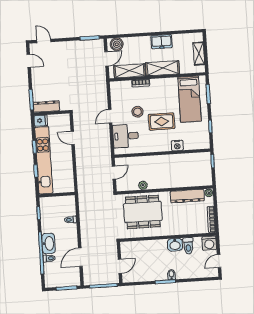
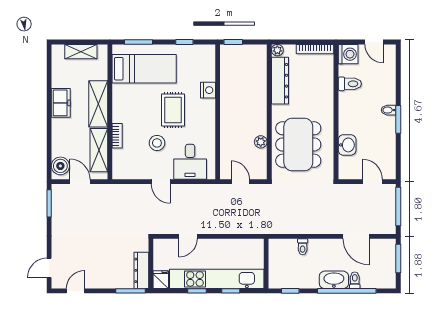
washbasin: (175, 245) -> (347, 145), moved

